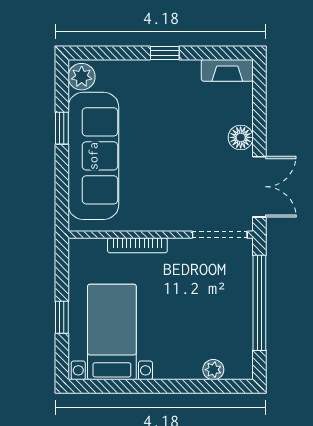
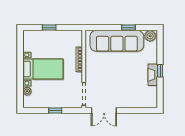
fireplace: (227, 70) -> (153, 75), moved
floor lamp: (241, 137) -> (125, 103), removed
window: (259, 303) -> (55, 111), width x0.32
bed with nightstands: (112, 332) -> (43, 69), moved

